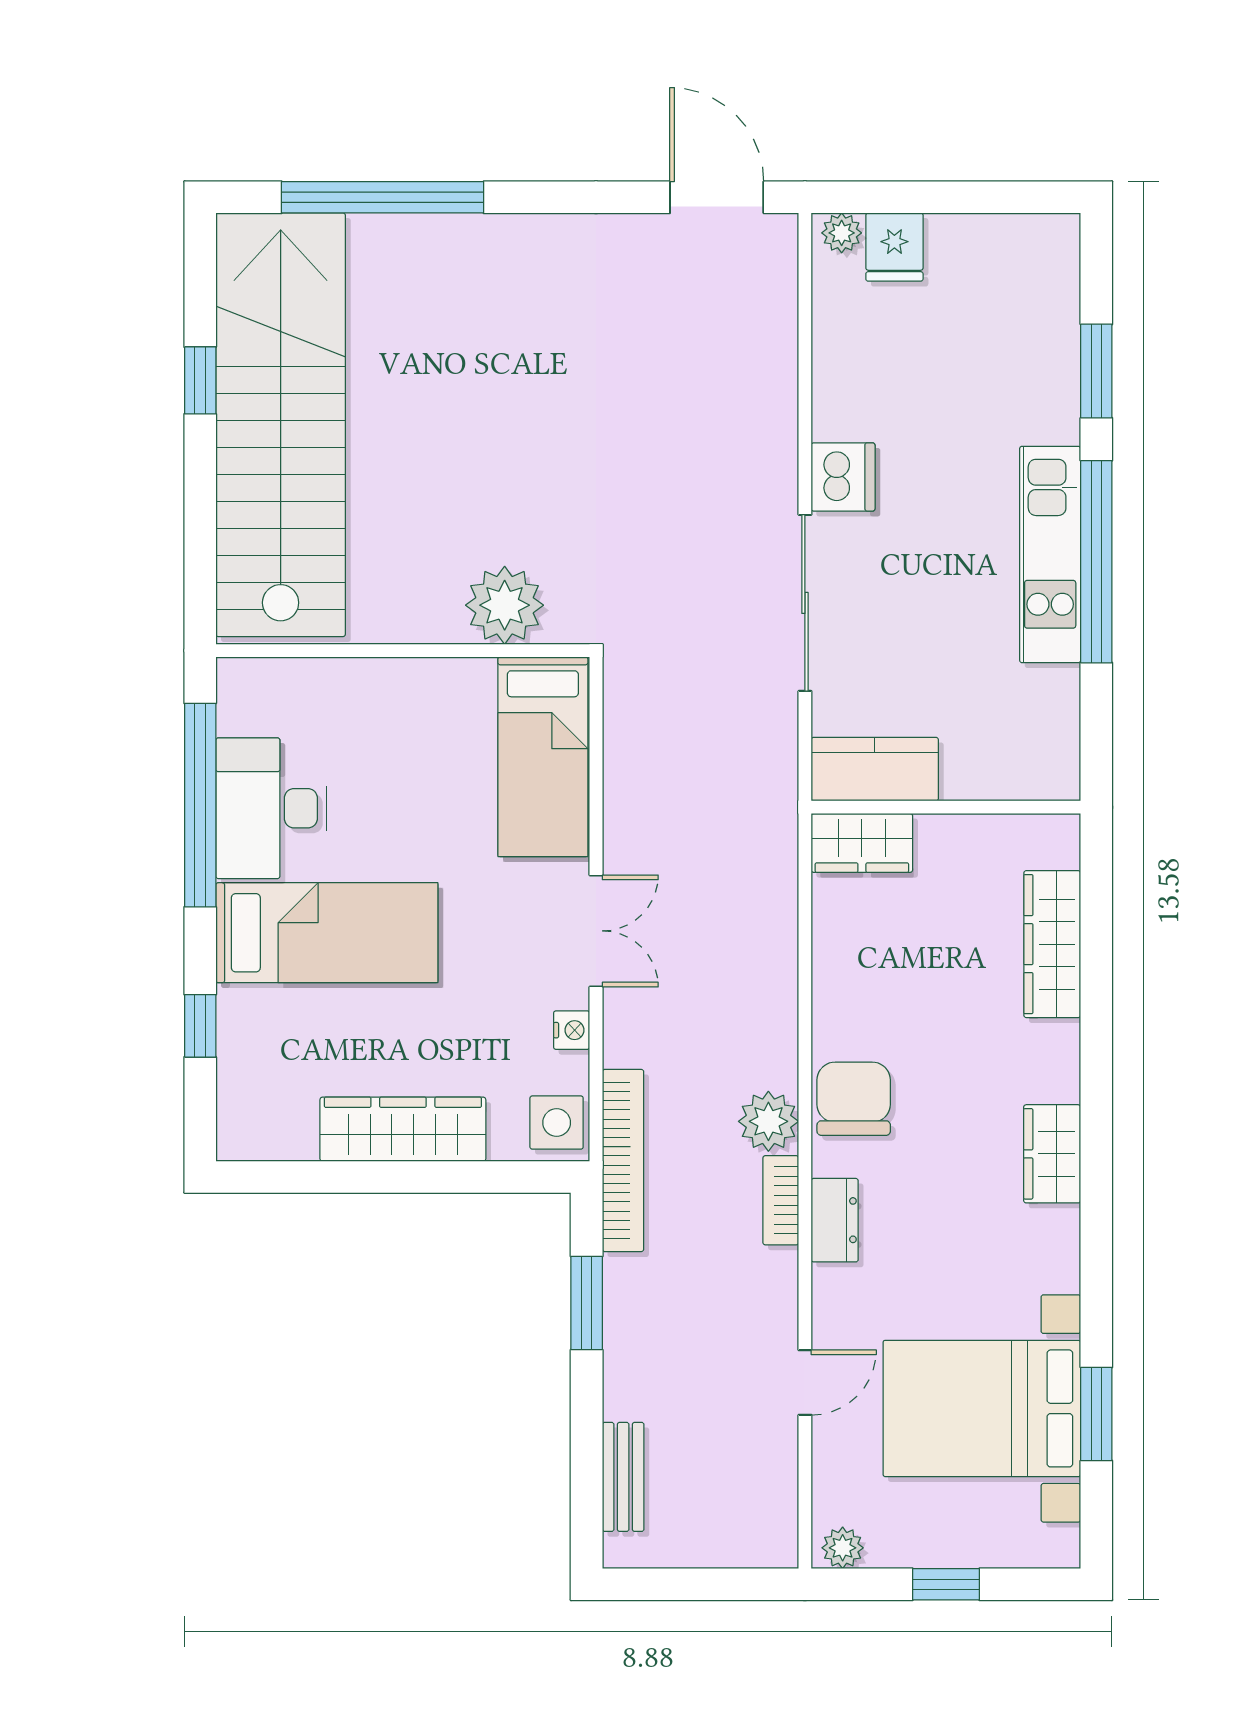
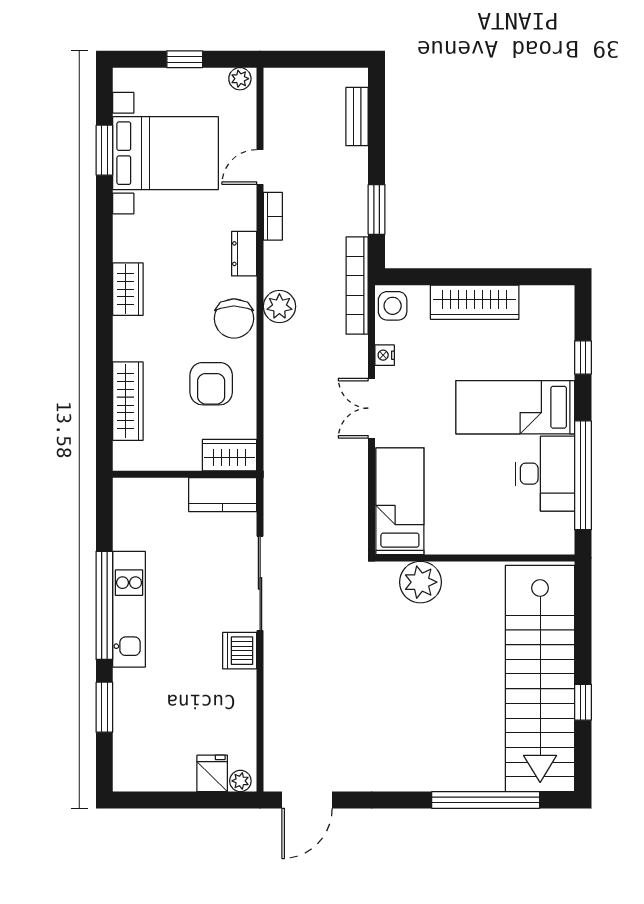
door: (717, 197) -> (307, 800), hinge flipped
armchair: (896, 977) -> (211, 384), added
bookcase: (781, 1200) -> (273, 216), moved

